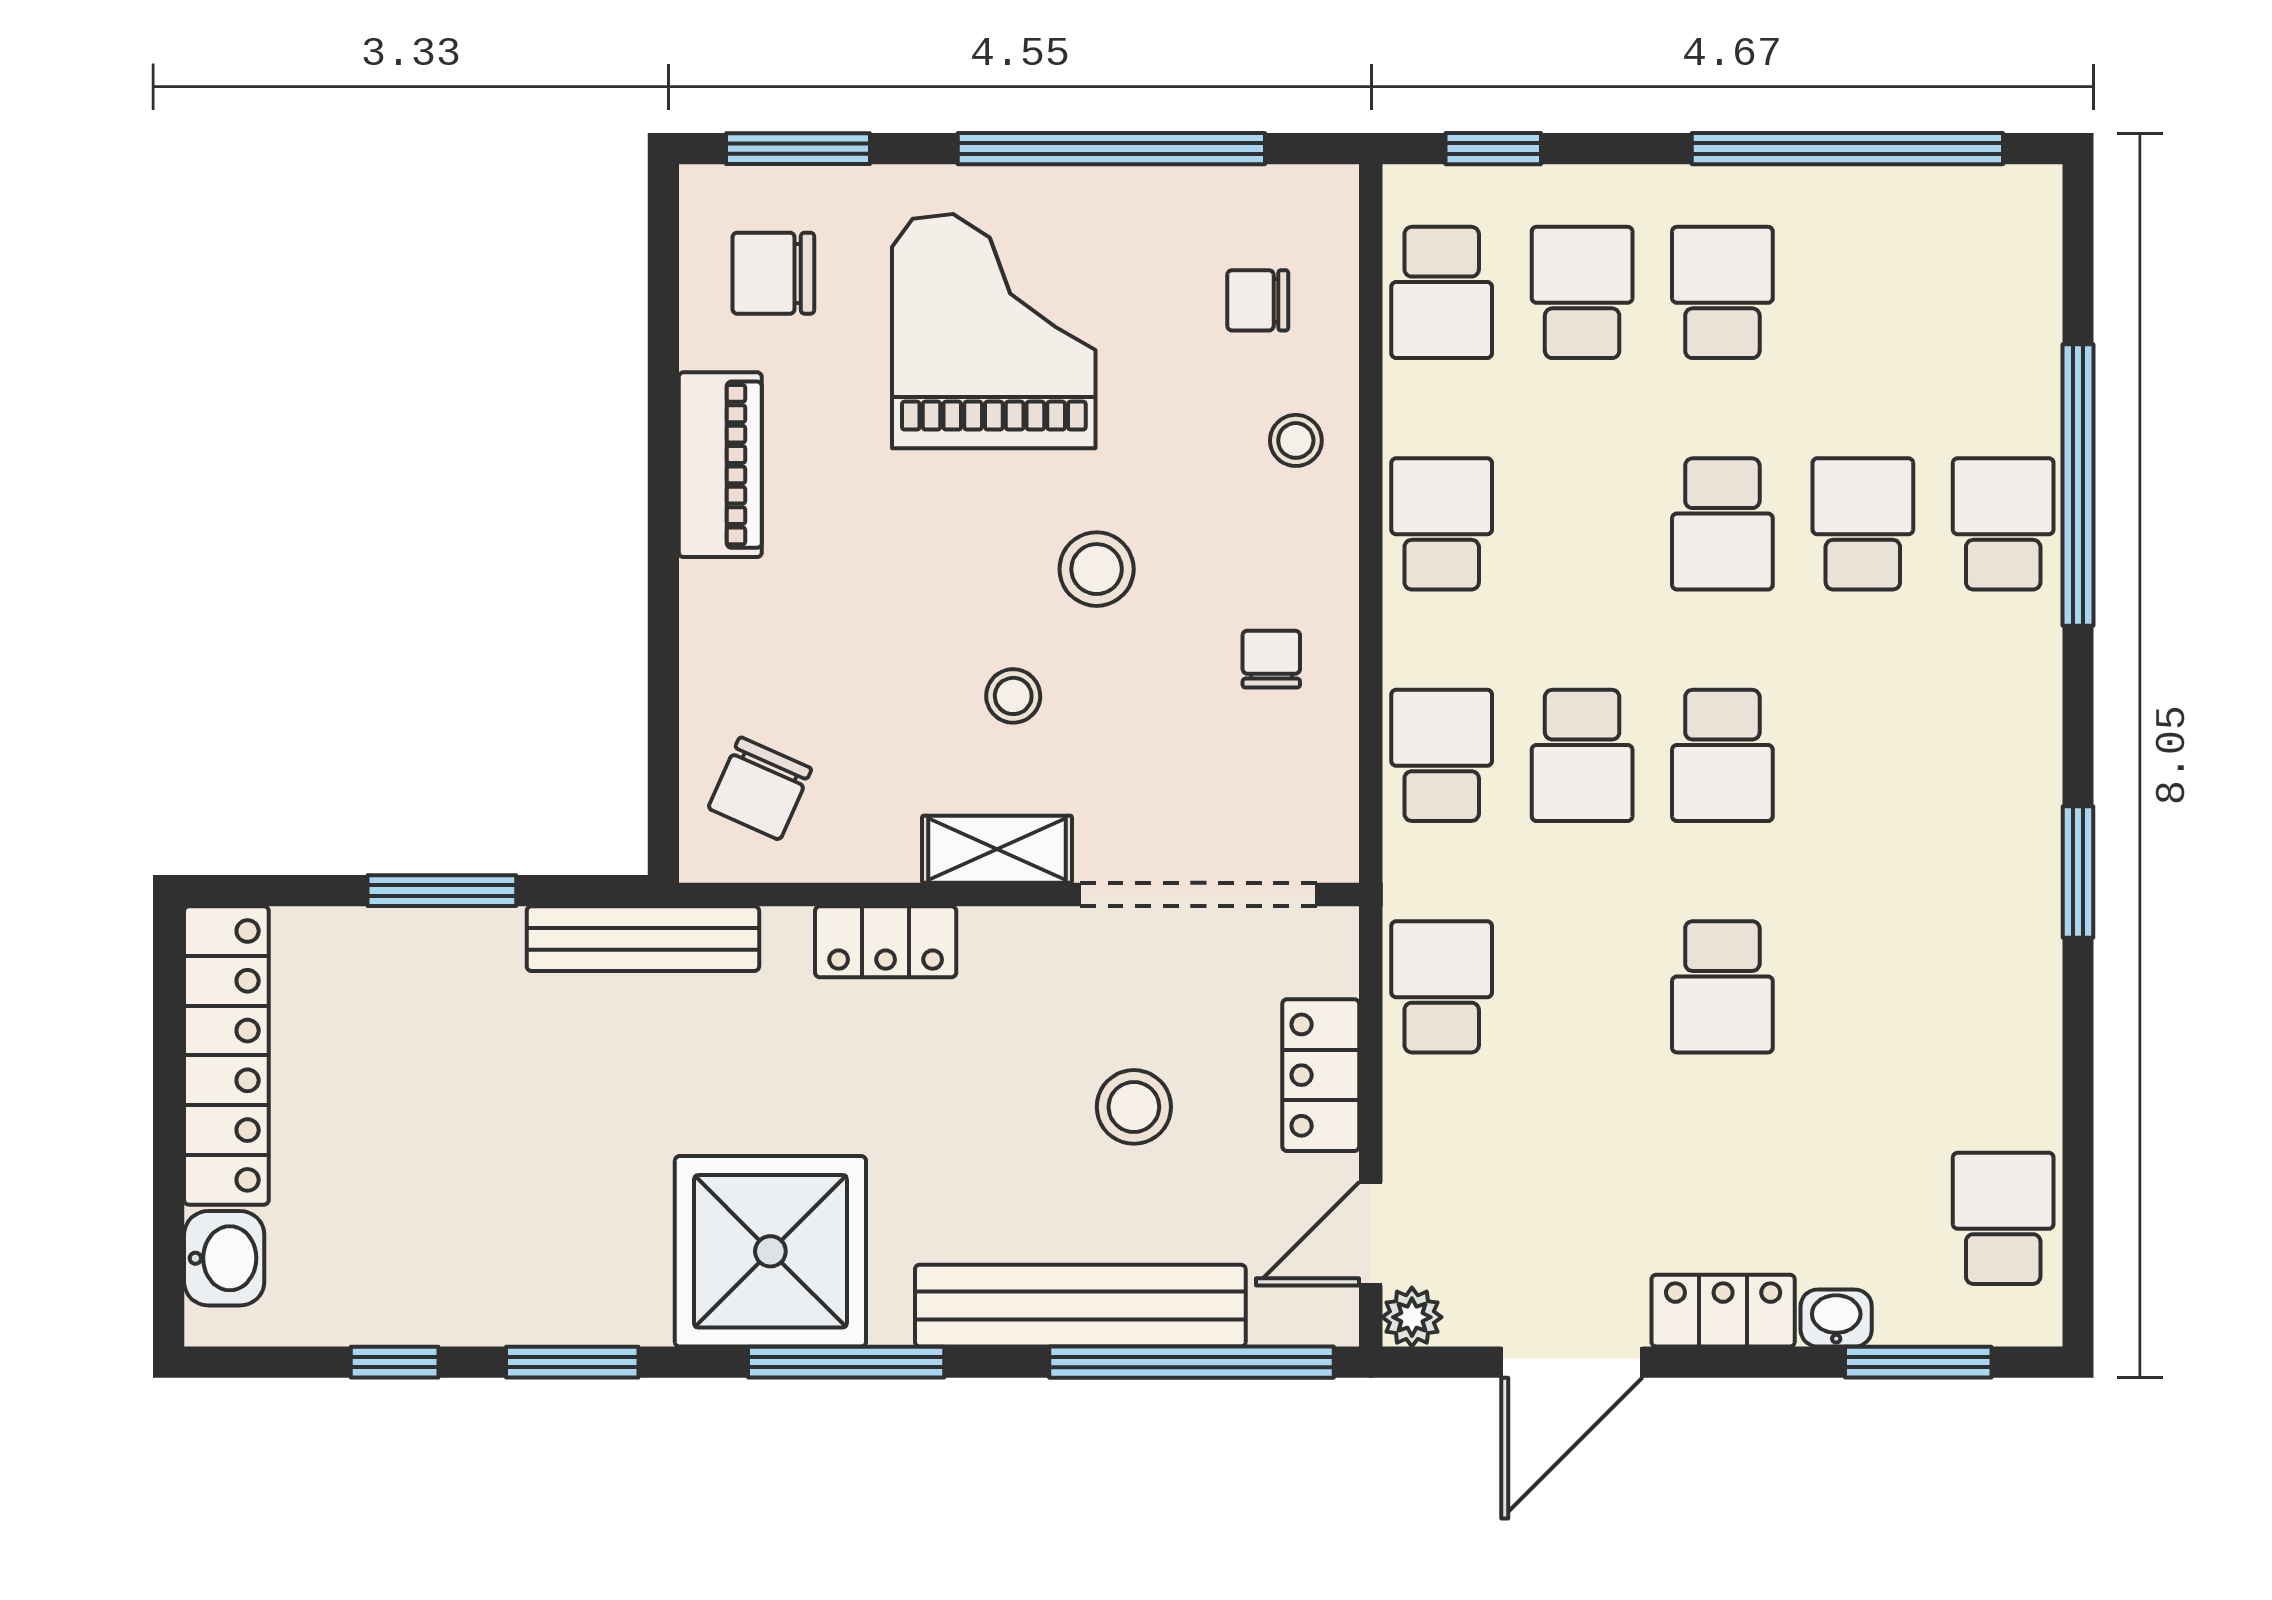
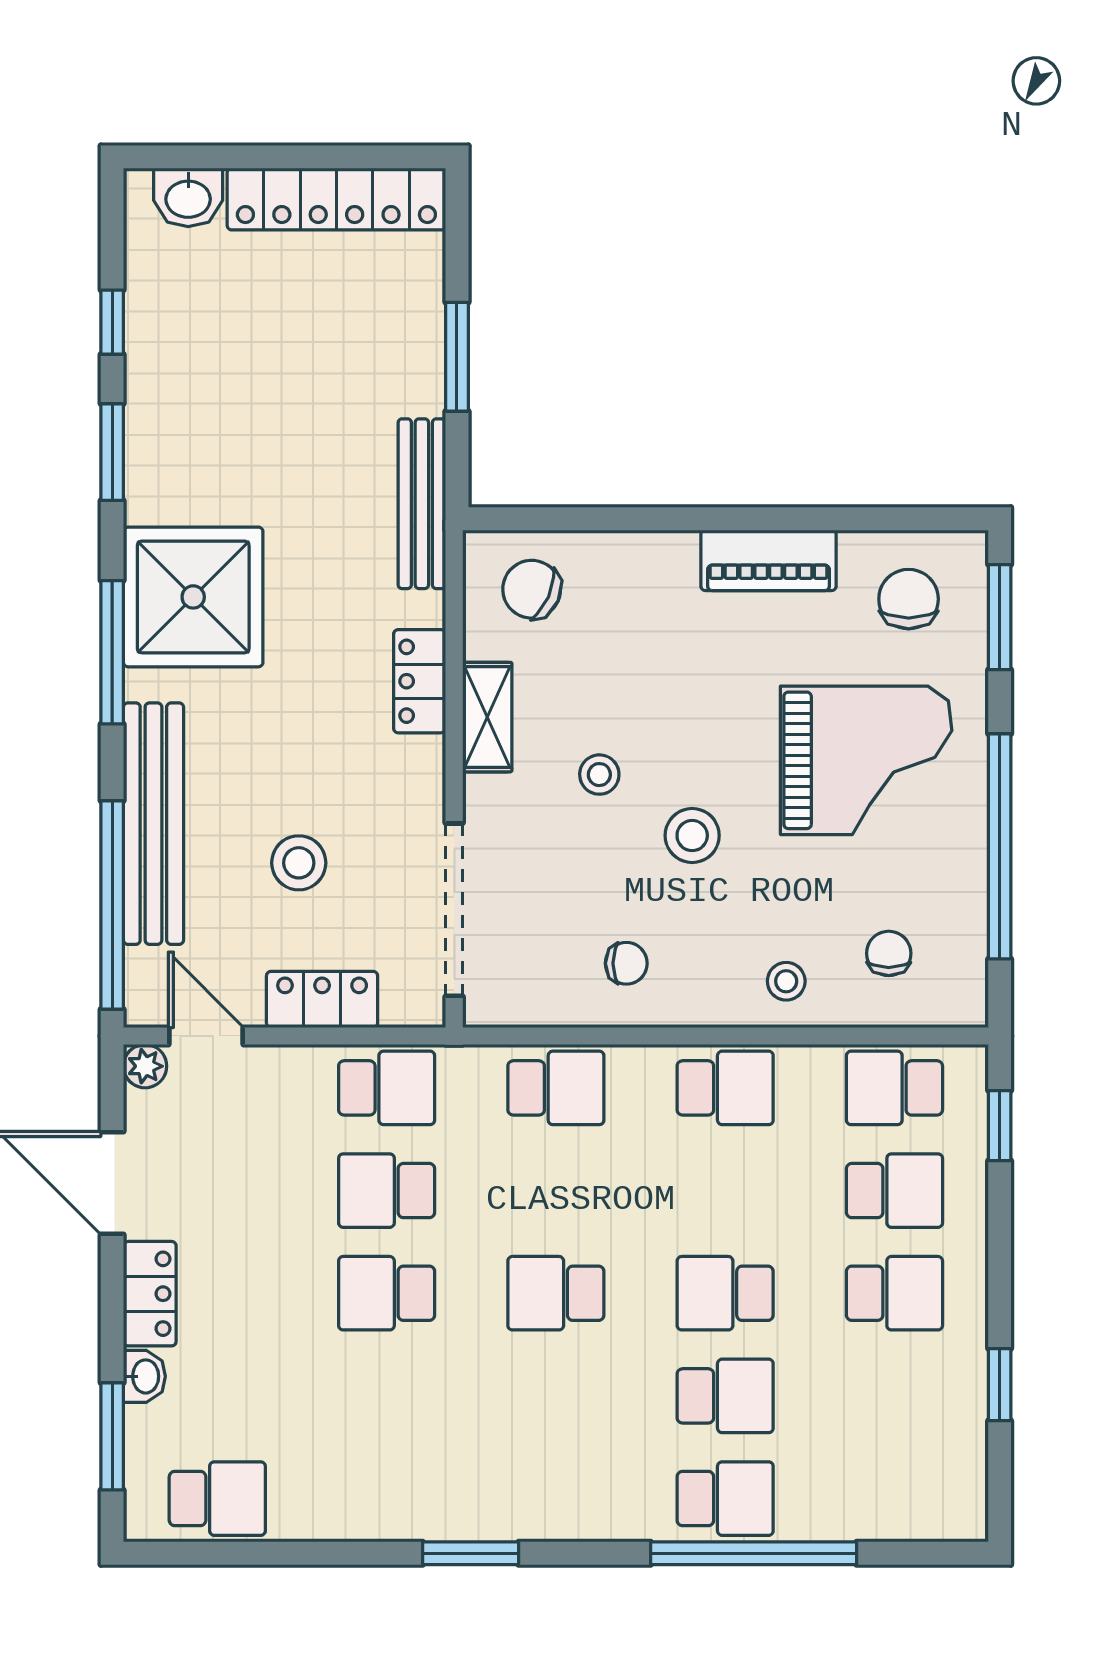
window: (1847, 149) -> (1000, 1385), width x0.32
school desk: (1582, 755) -> (387, 1191), moved
shelving: (997, 849) -> (487, 717), moved

